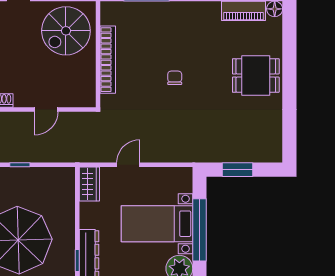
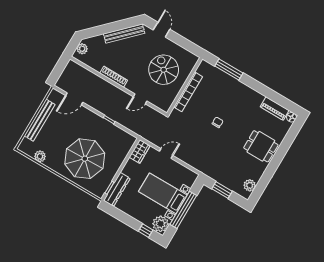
spiral stairs: (66, 31) -> (164, 70), moved, turned 90
plant: (273, 140) -> (250, 185), added

